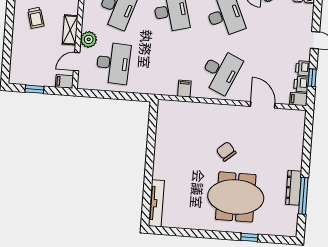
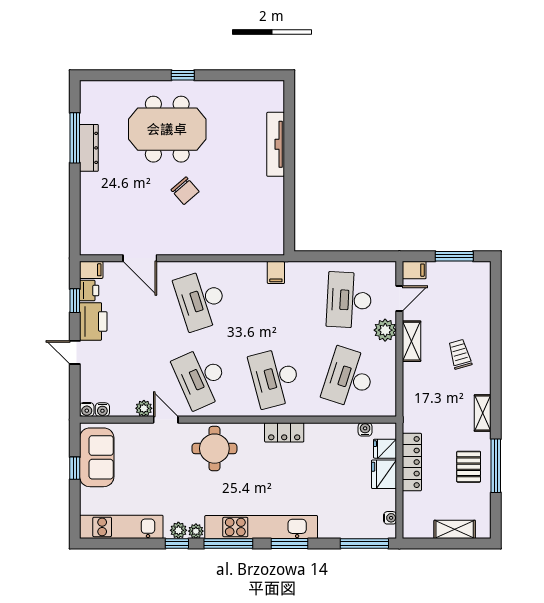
printer: (303, 68) -> (93, 321), width x1.87, depth x1.48
desk: (221, 71) -> (201, 300), turned -42
window: (35, 89) -> (454, 256), width x1.50
filing cabinet: (184, 89) -> (276, 272), moved
tv unit: (156, 203) -> (276, 144), moved
window: (249, 237) -> (183, 75), moved

